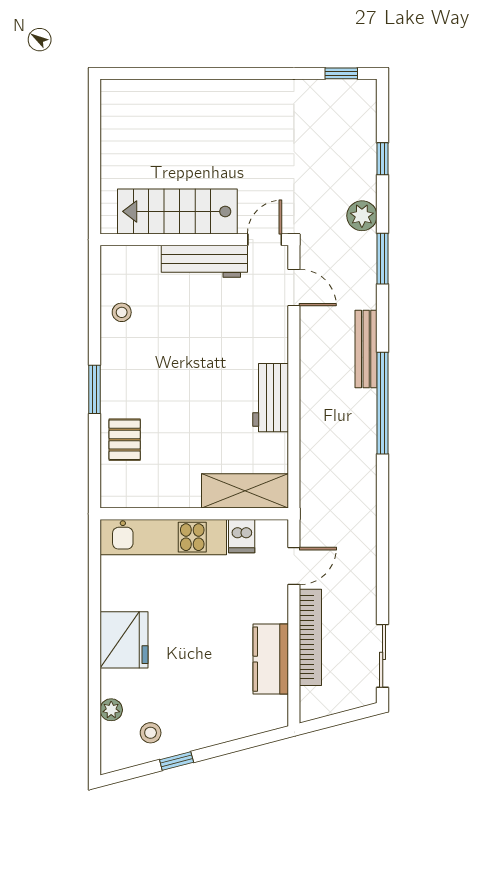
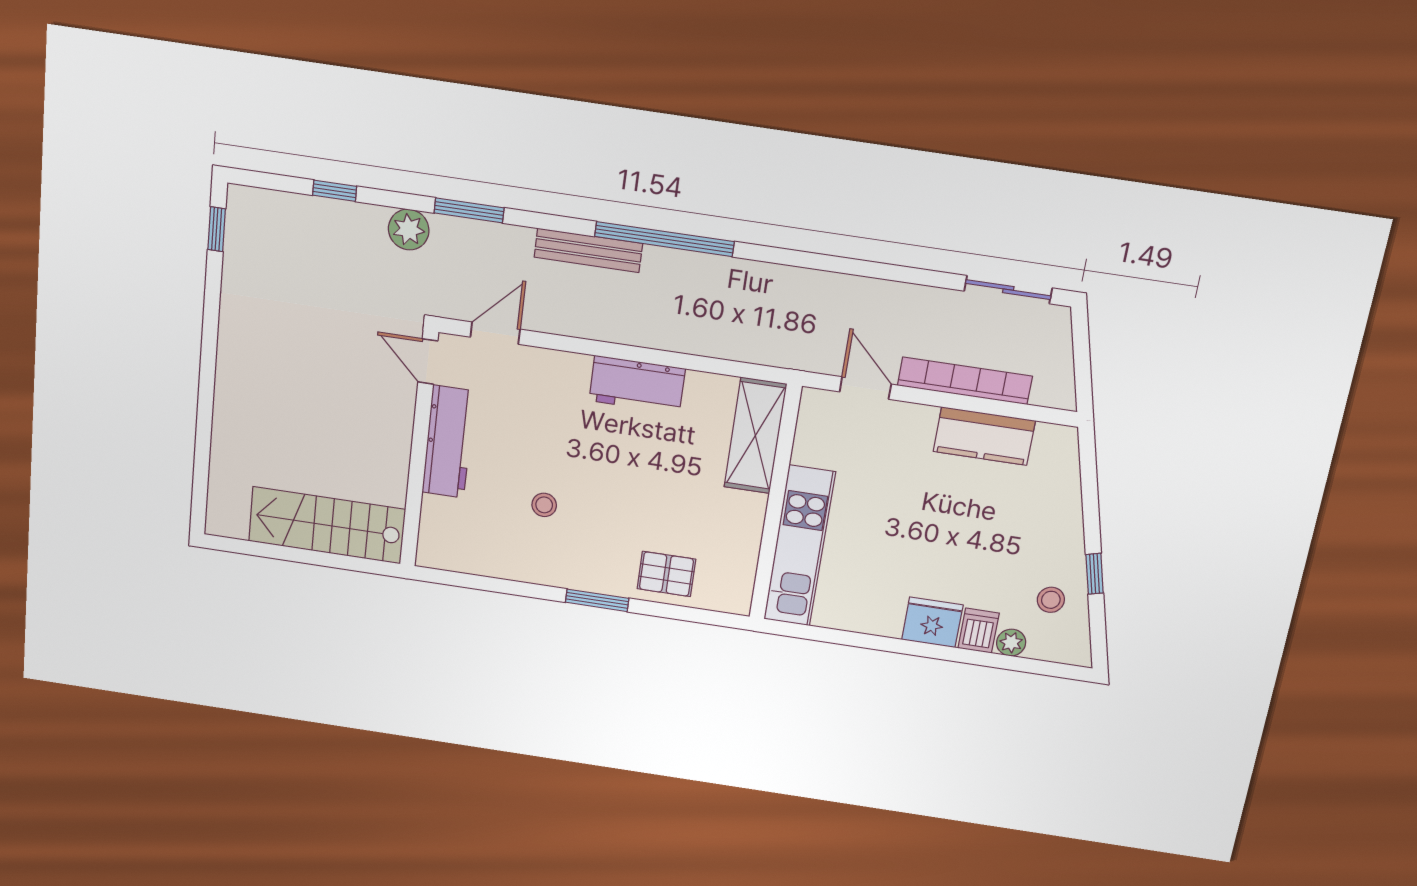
stairs: (177, 211) -> (327, 525), moved, turned 90
stool: (122, 312) -> (544, 505), moved
dishwasher: (242, 536) -> (979, 631), moved, turned -90
fridge: (124, 640) -> (932, 622), width x0.73, depth x0.75

